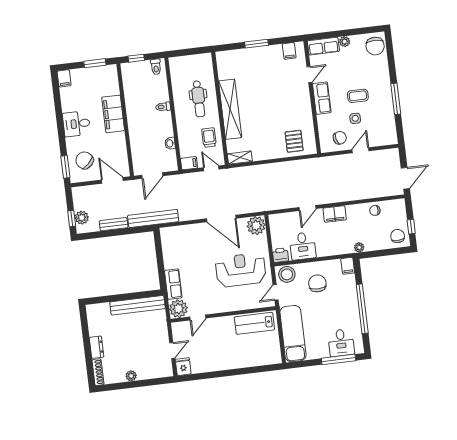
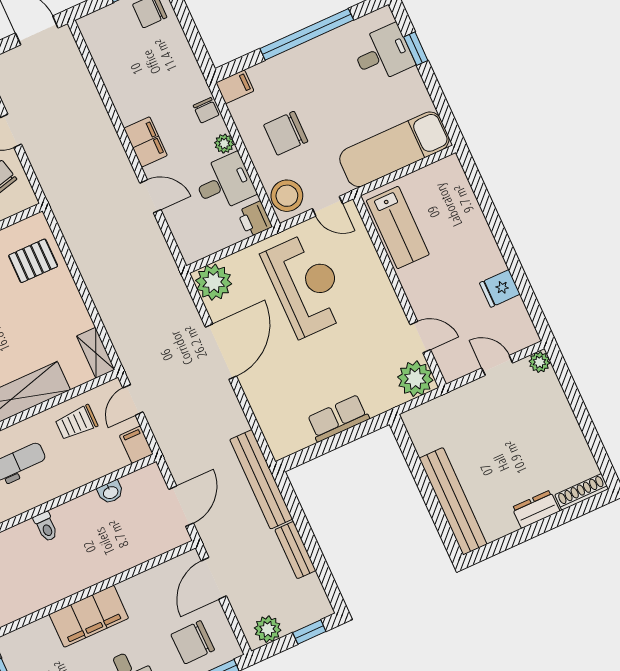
chair: (85, 160) -> (193, 642), turned 43
door: (152, 175) -> (181, 506), hinge flipped
chair: (375, 210) -> (206, 110), moved
plant: (82, 218) -> (268, 629), moved
plant: (359, 247) -> (224, 144), moved
reception desk: (241, 270) -> (306, 285), turned 180
row of seats: (173, 284) -> (338, 418), moved
bench: (138, 305) -> (453, 501), moved
window: (339, 359) -> (416, 49), width x0.46
fridge: (183, 367) -> (500, 289), moved
plant: (131, 376) -> (539, 362), moved

